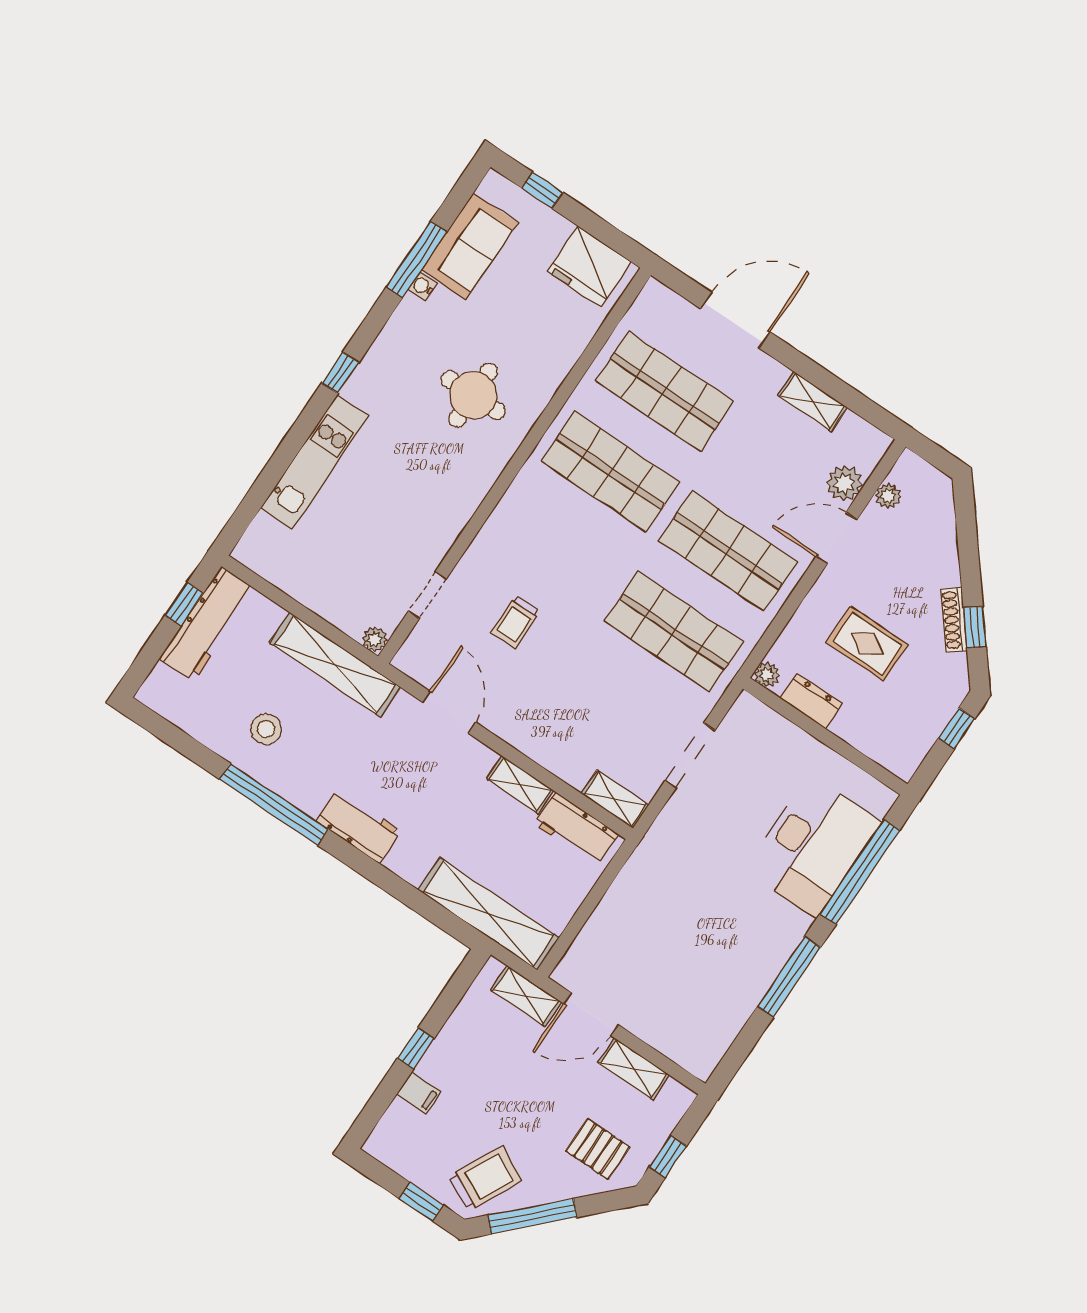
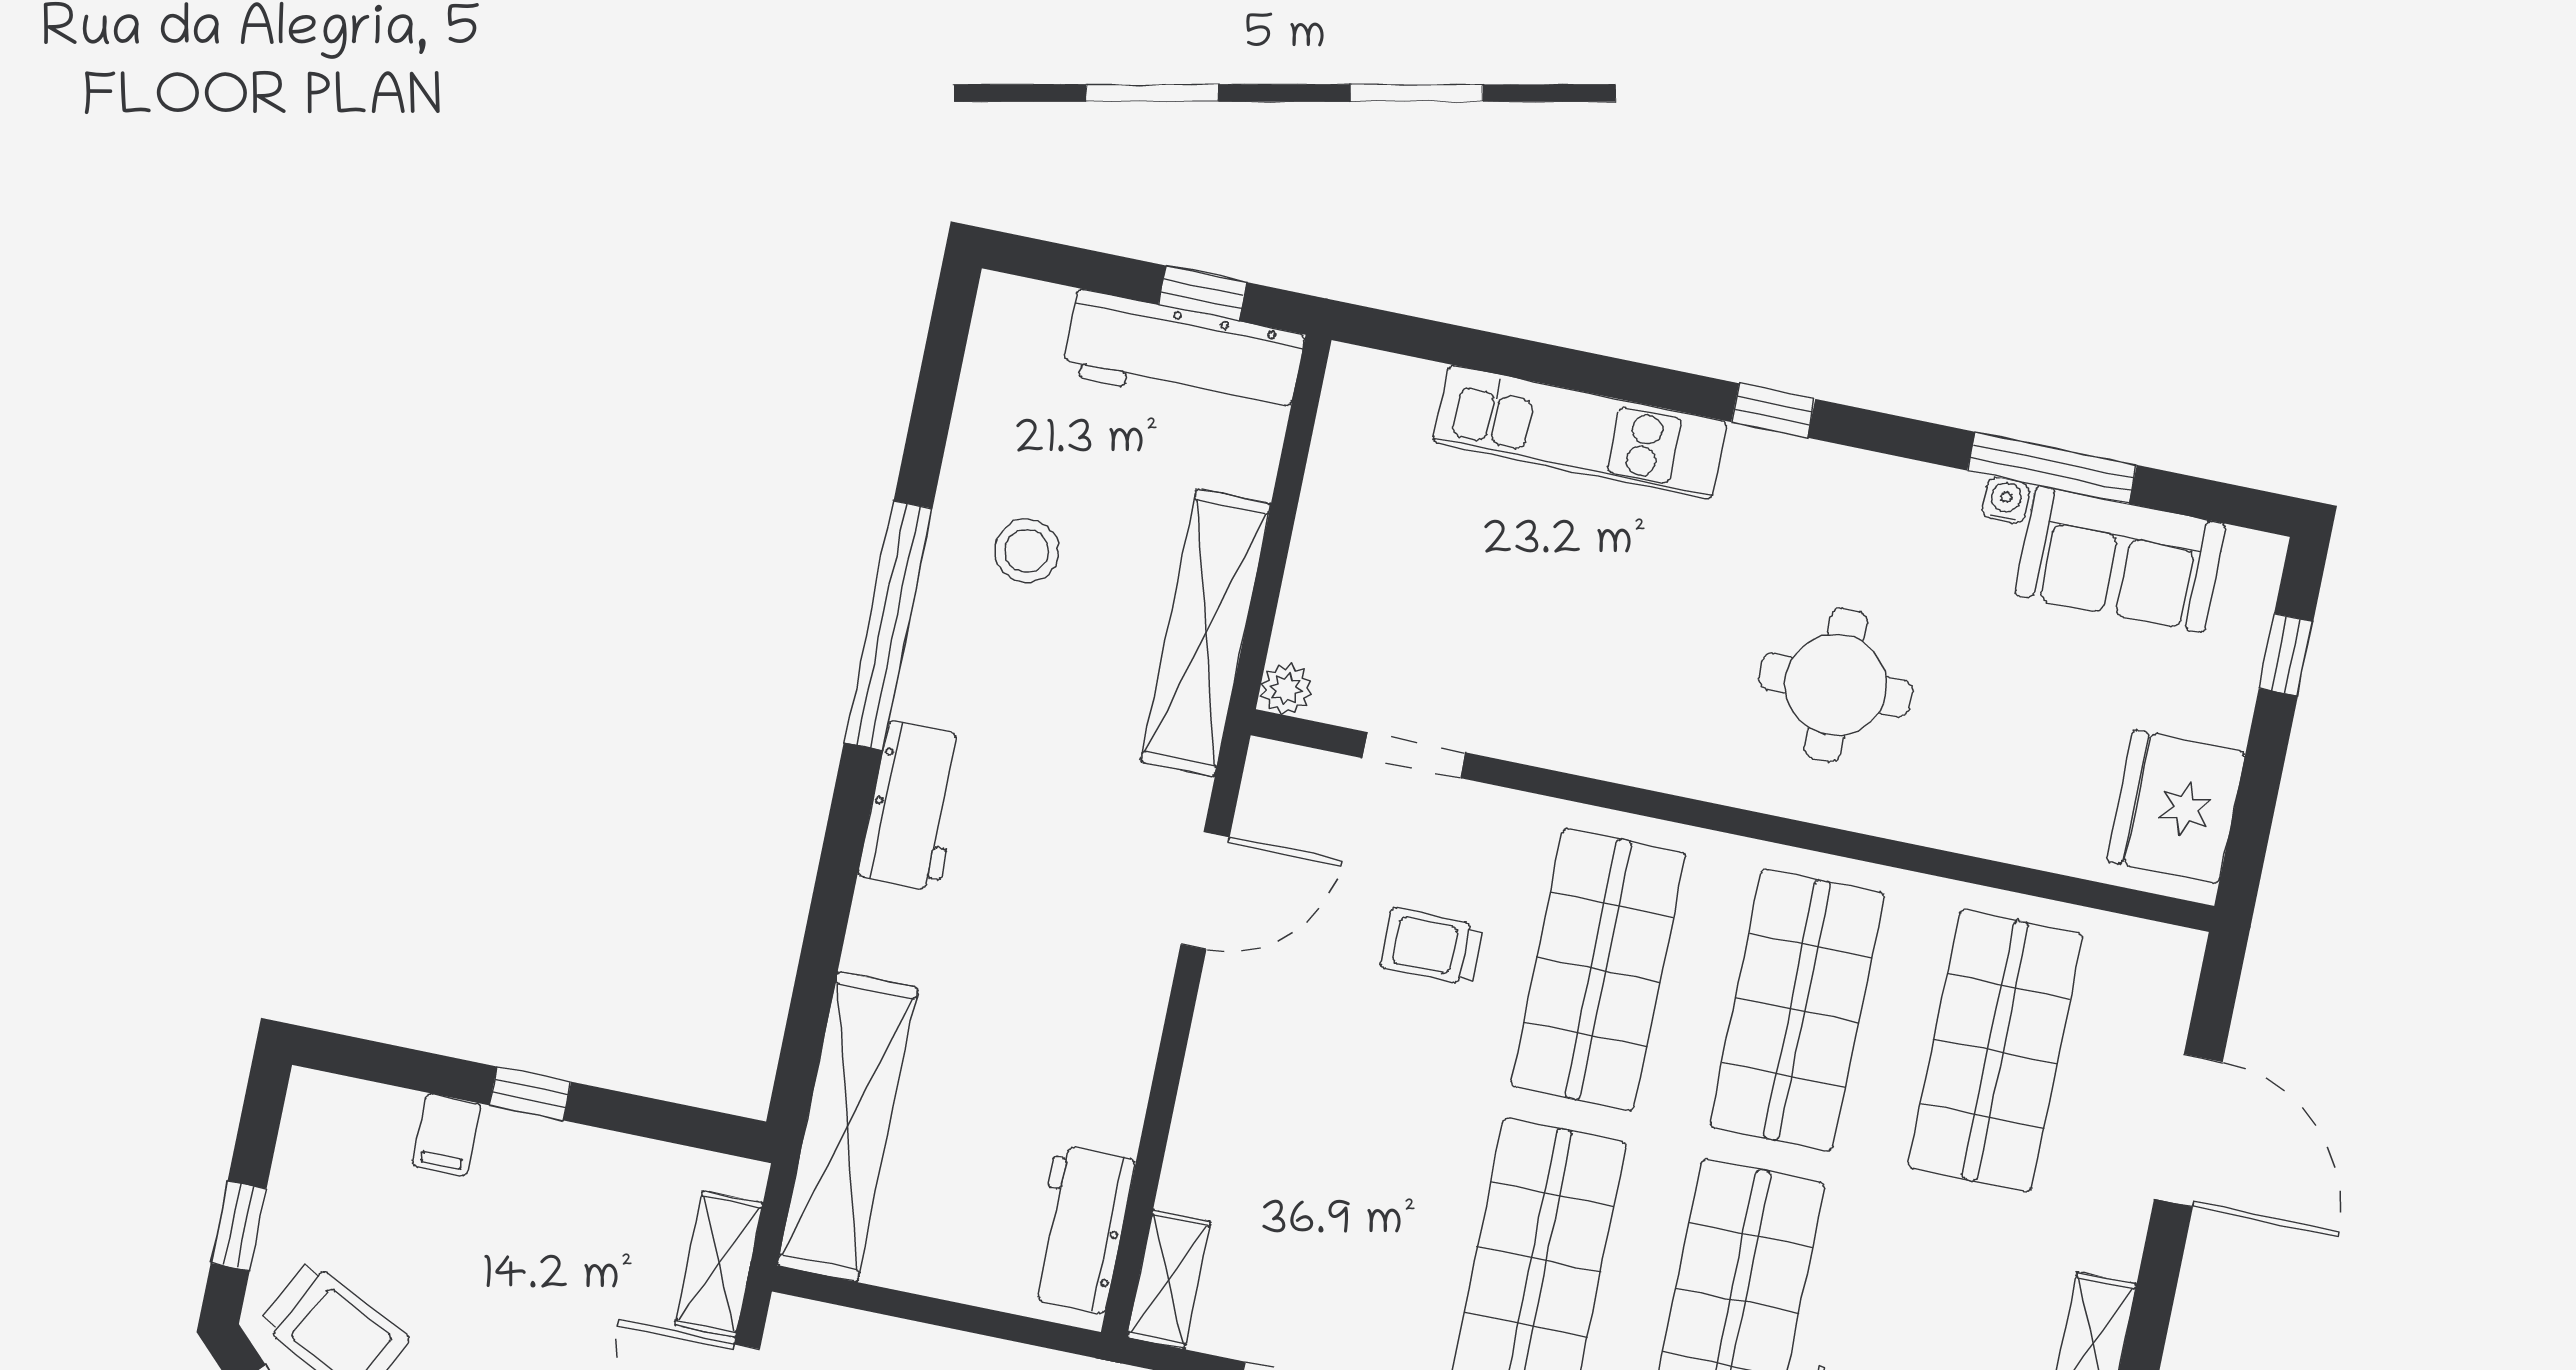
shop shelf: (556, 552) -> (1598, 969), added
shelving: (520, 785) -> (1122, 1085), removed

